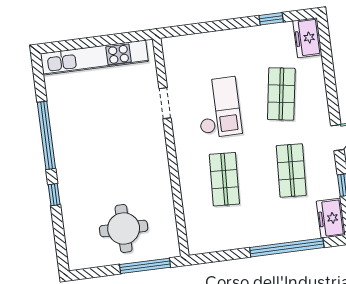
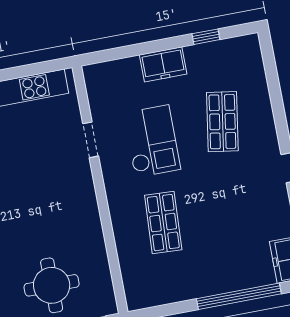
freezer: (307, 38) -> (163, 64), moved, turned -90
shop shelf: (291, 170) -> (239, 208), removed

